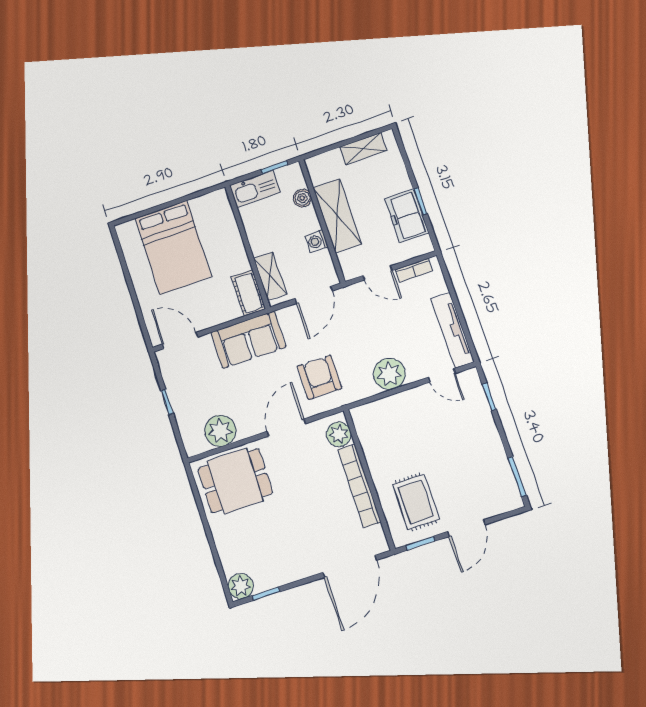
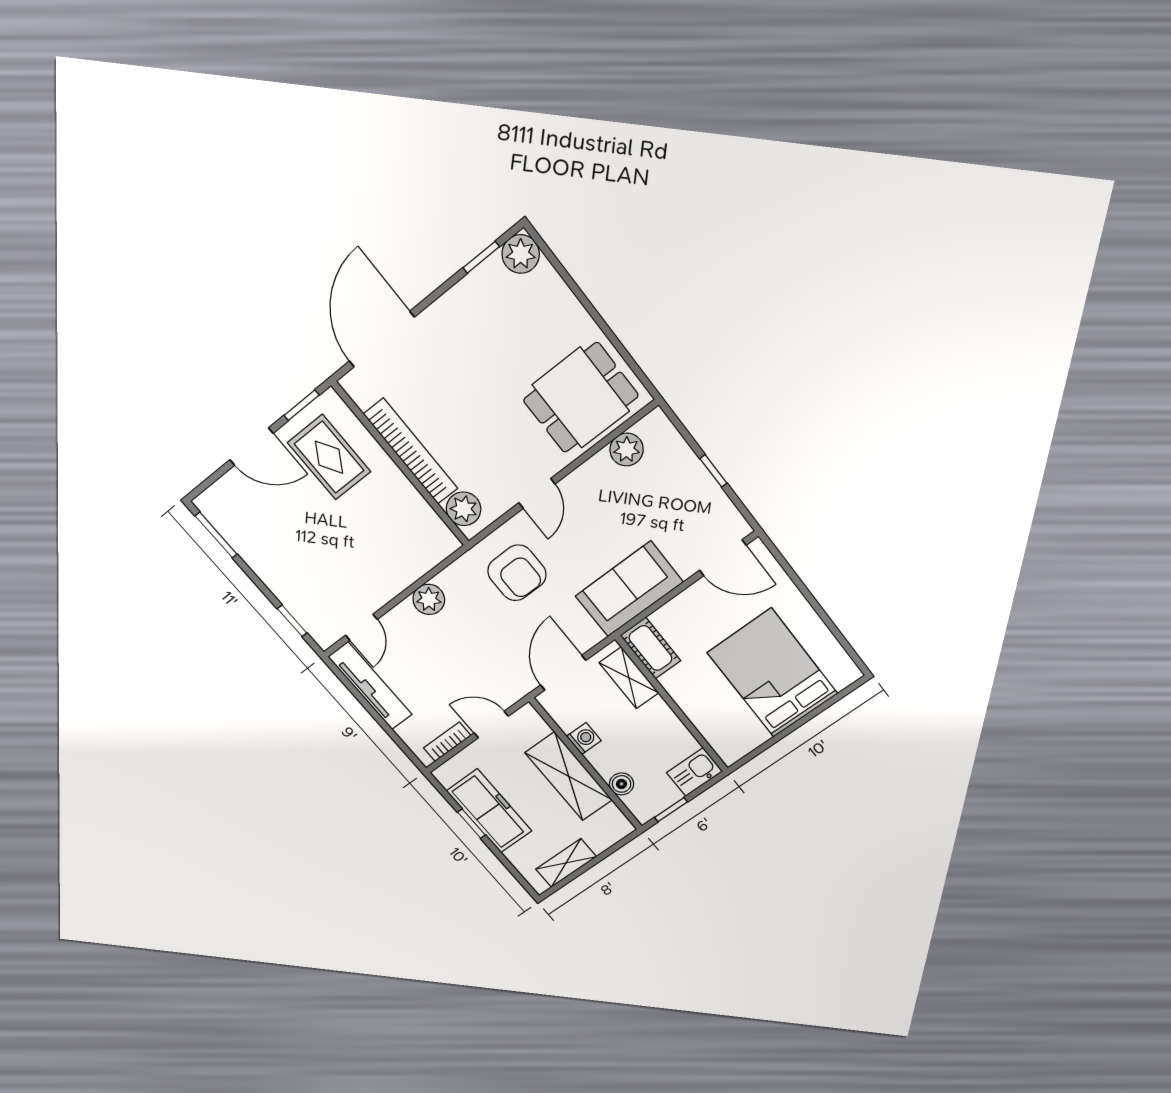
kitchen sink: (255, 189) -> (694, 772), width x0.73
freezer: (407, 216) -> (489, 811), width x1.40
plant: (389, 374) -> (429, 599), width x0.73, depth x0.73
door: (442, 375) -> (361, 627), swing flipped
door: (286, 427) -> (537, 493), width x0.73
plant: (220, 431) -> (627, 450), width x0.73, depth x0.73
door: (466, 528) -> (251, 447), swing flipped

